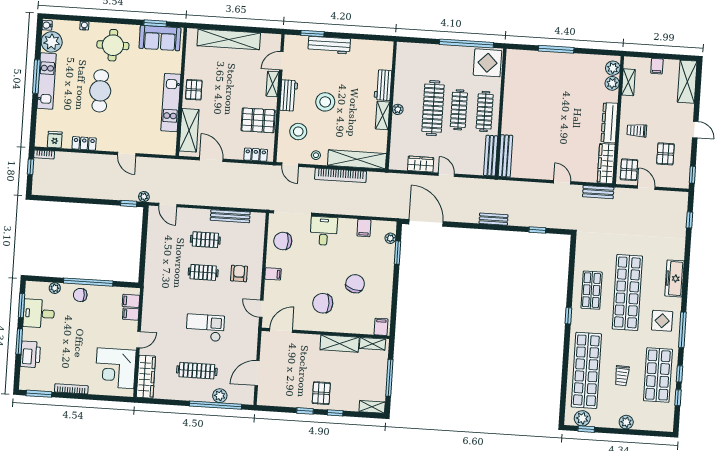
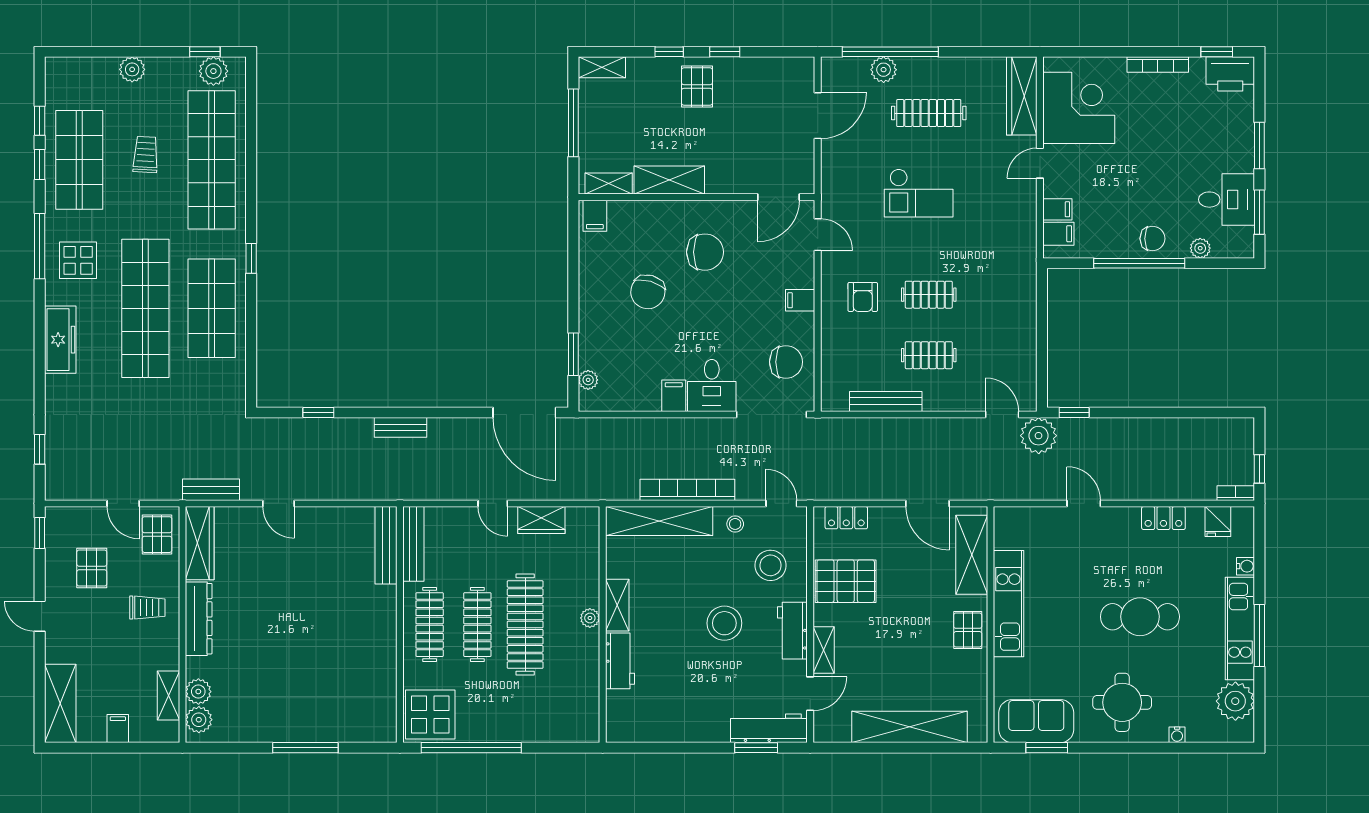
water cooler: (47, 25) -> (1246, 566), moved
workbench: (329, 45) -> (769, 728), moved
cafe table: (100, 91) -> (1140, 617), turned 90
plant: (144, 197) -> (1039, 436), width x1.88, depth x1.88
filing cabinet: (364, 228) -> (674, 396), moved
shop shelf: (592, 290) -> (212, 308), width x1.43, depth x1.36
printer: (30, 354) -> (1230, 74), moved, turned -90
window: (39, 394) -> (1217, 52), width x0.67

